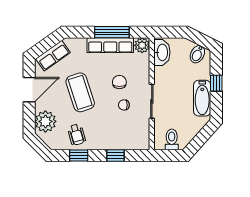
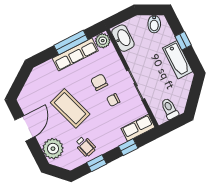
row of seats: (53, 56) -> (138, 128), moved, turned -145

